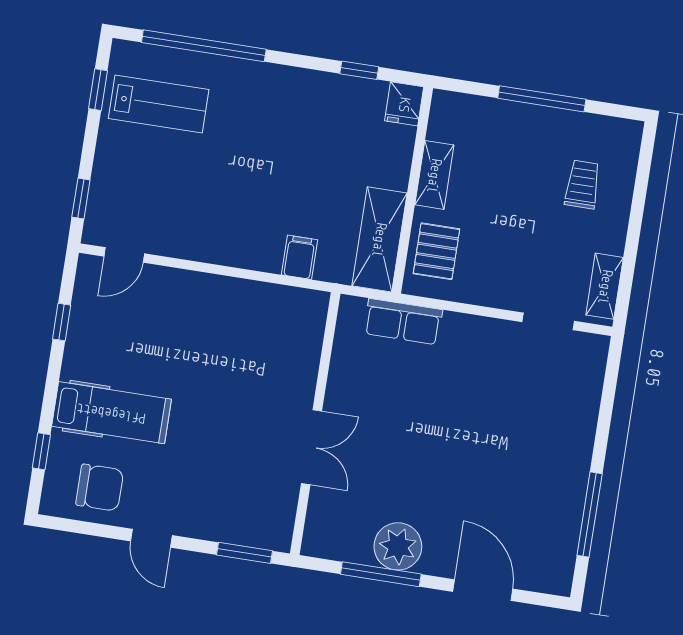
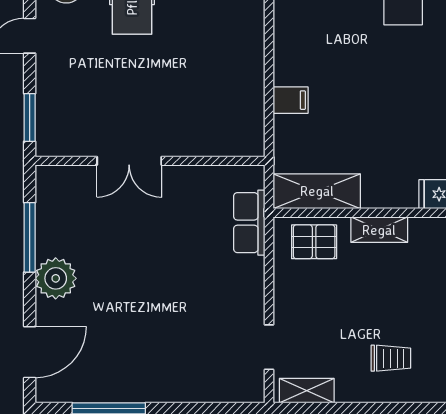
filing cabinet: (299, 257) -> (291, 100), moved
plant: (398, 546) -> (56, 278), moved
door: (483, 590) -> (30, 352), moved

